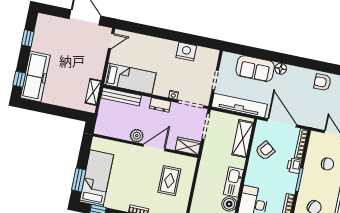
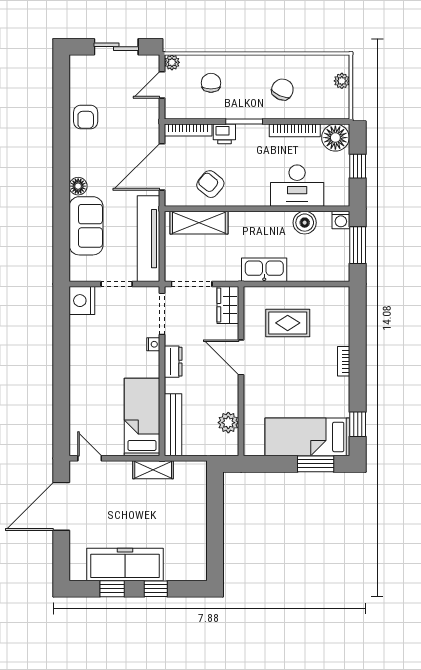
nightstand: (186, 52) -> (82, 301), moved
freezer: (35, 76) -> (125, 564), moved
window: (19, 79) -> (156, 589), moved
shelving: (93, 92) -> (153, 470), moved
plant: (137, 136) -> (228, 423), moved
kitchen sink: (233, 182) -> (264, 270), moved, turned 180

